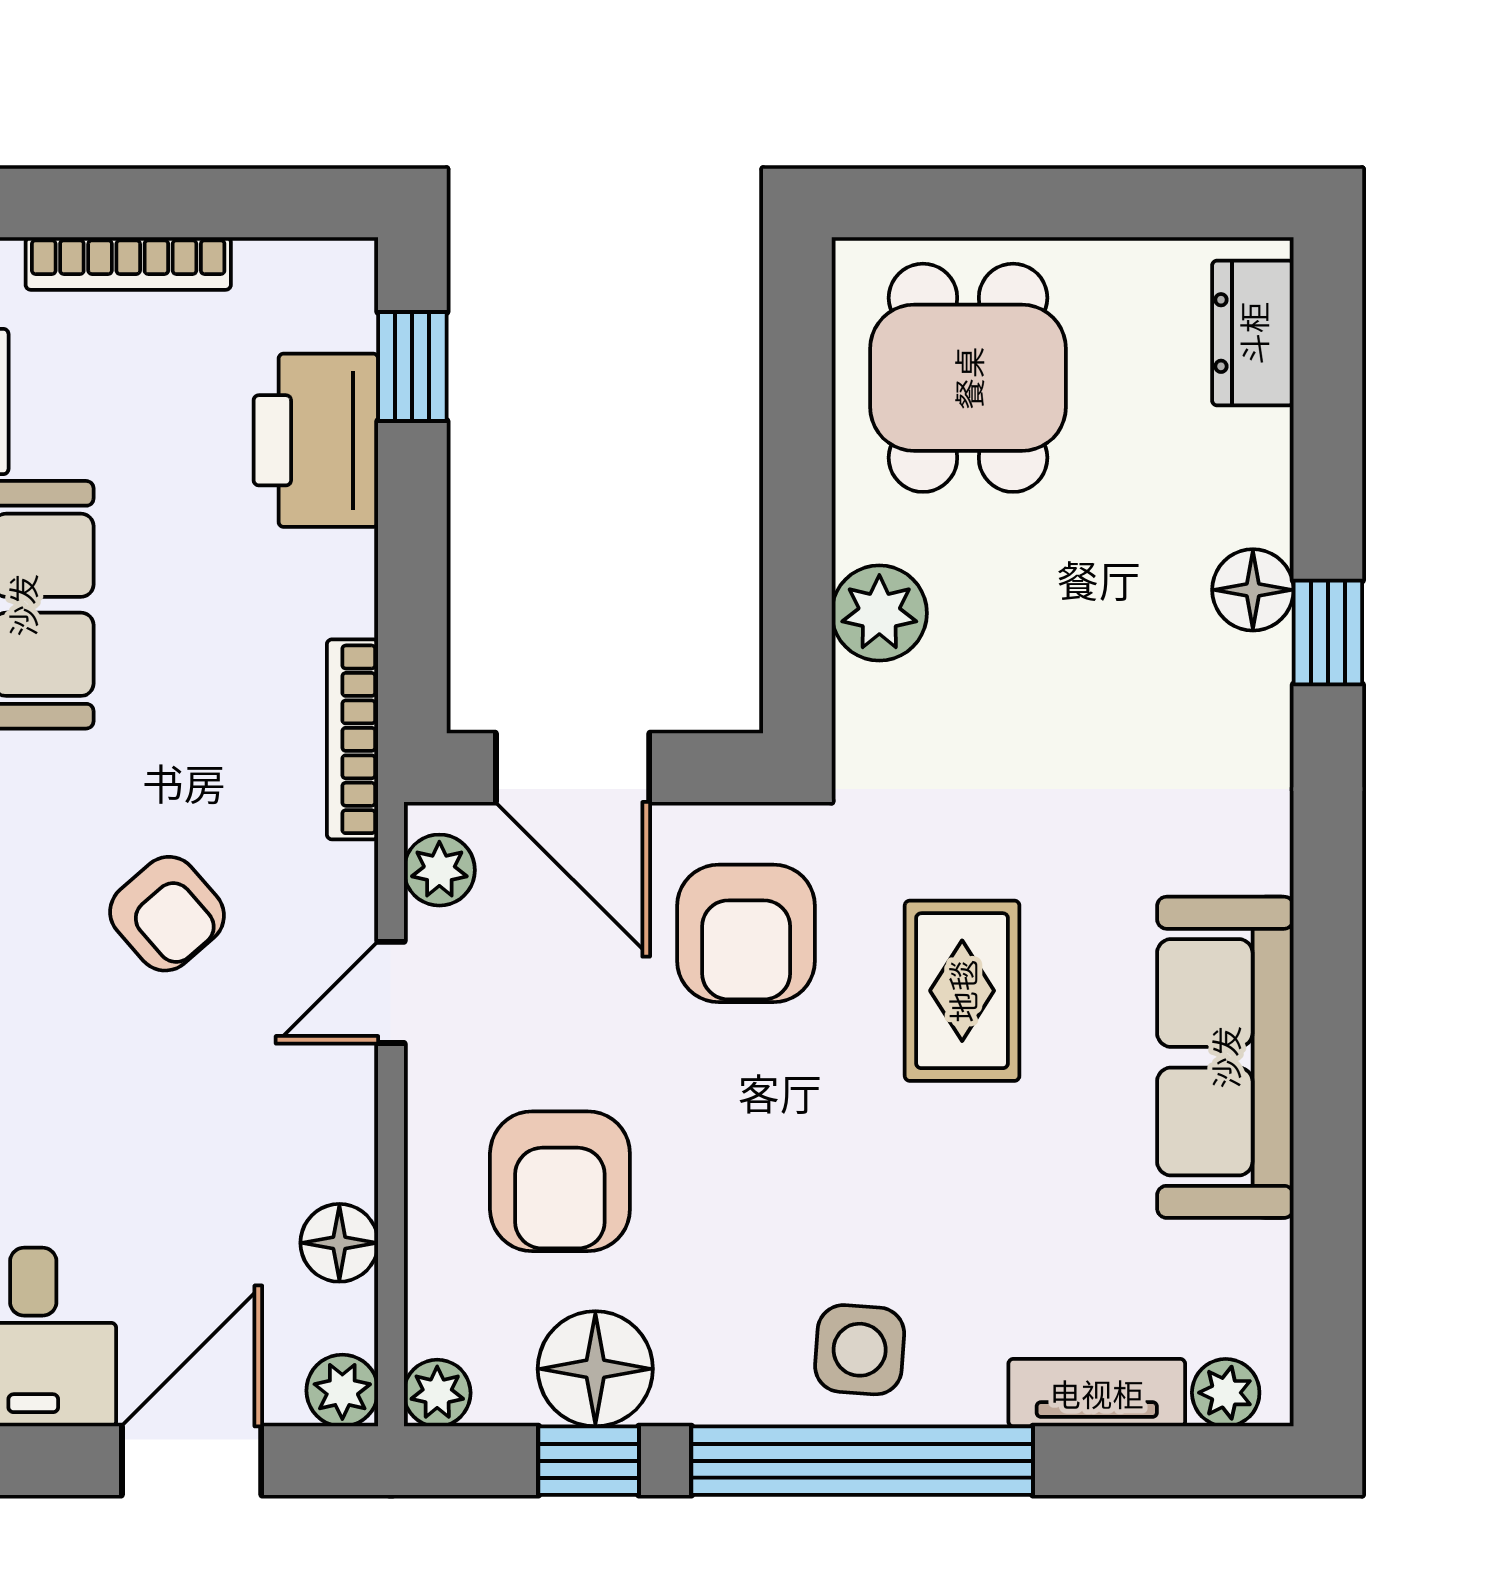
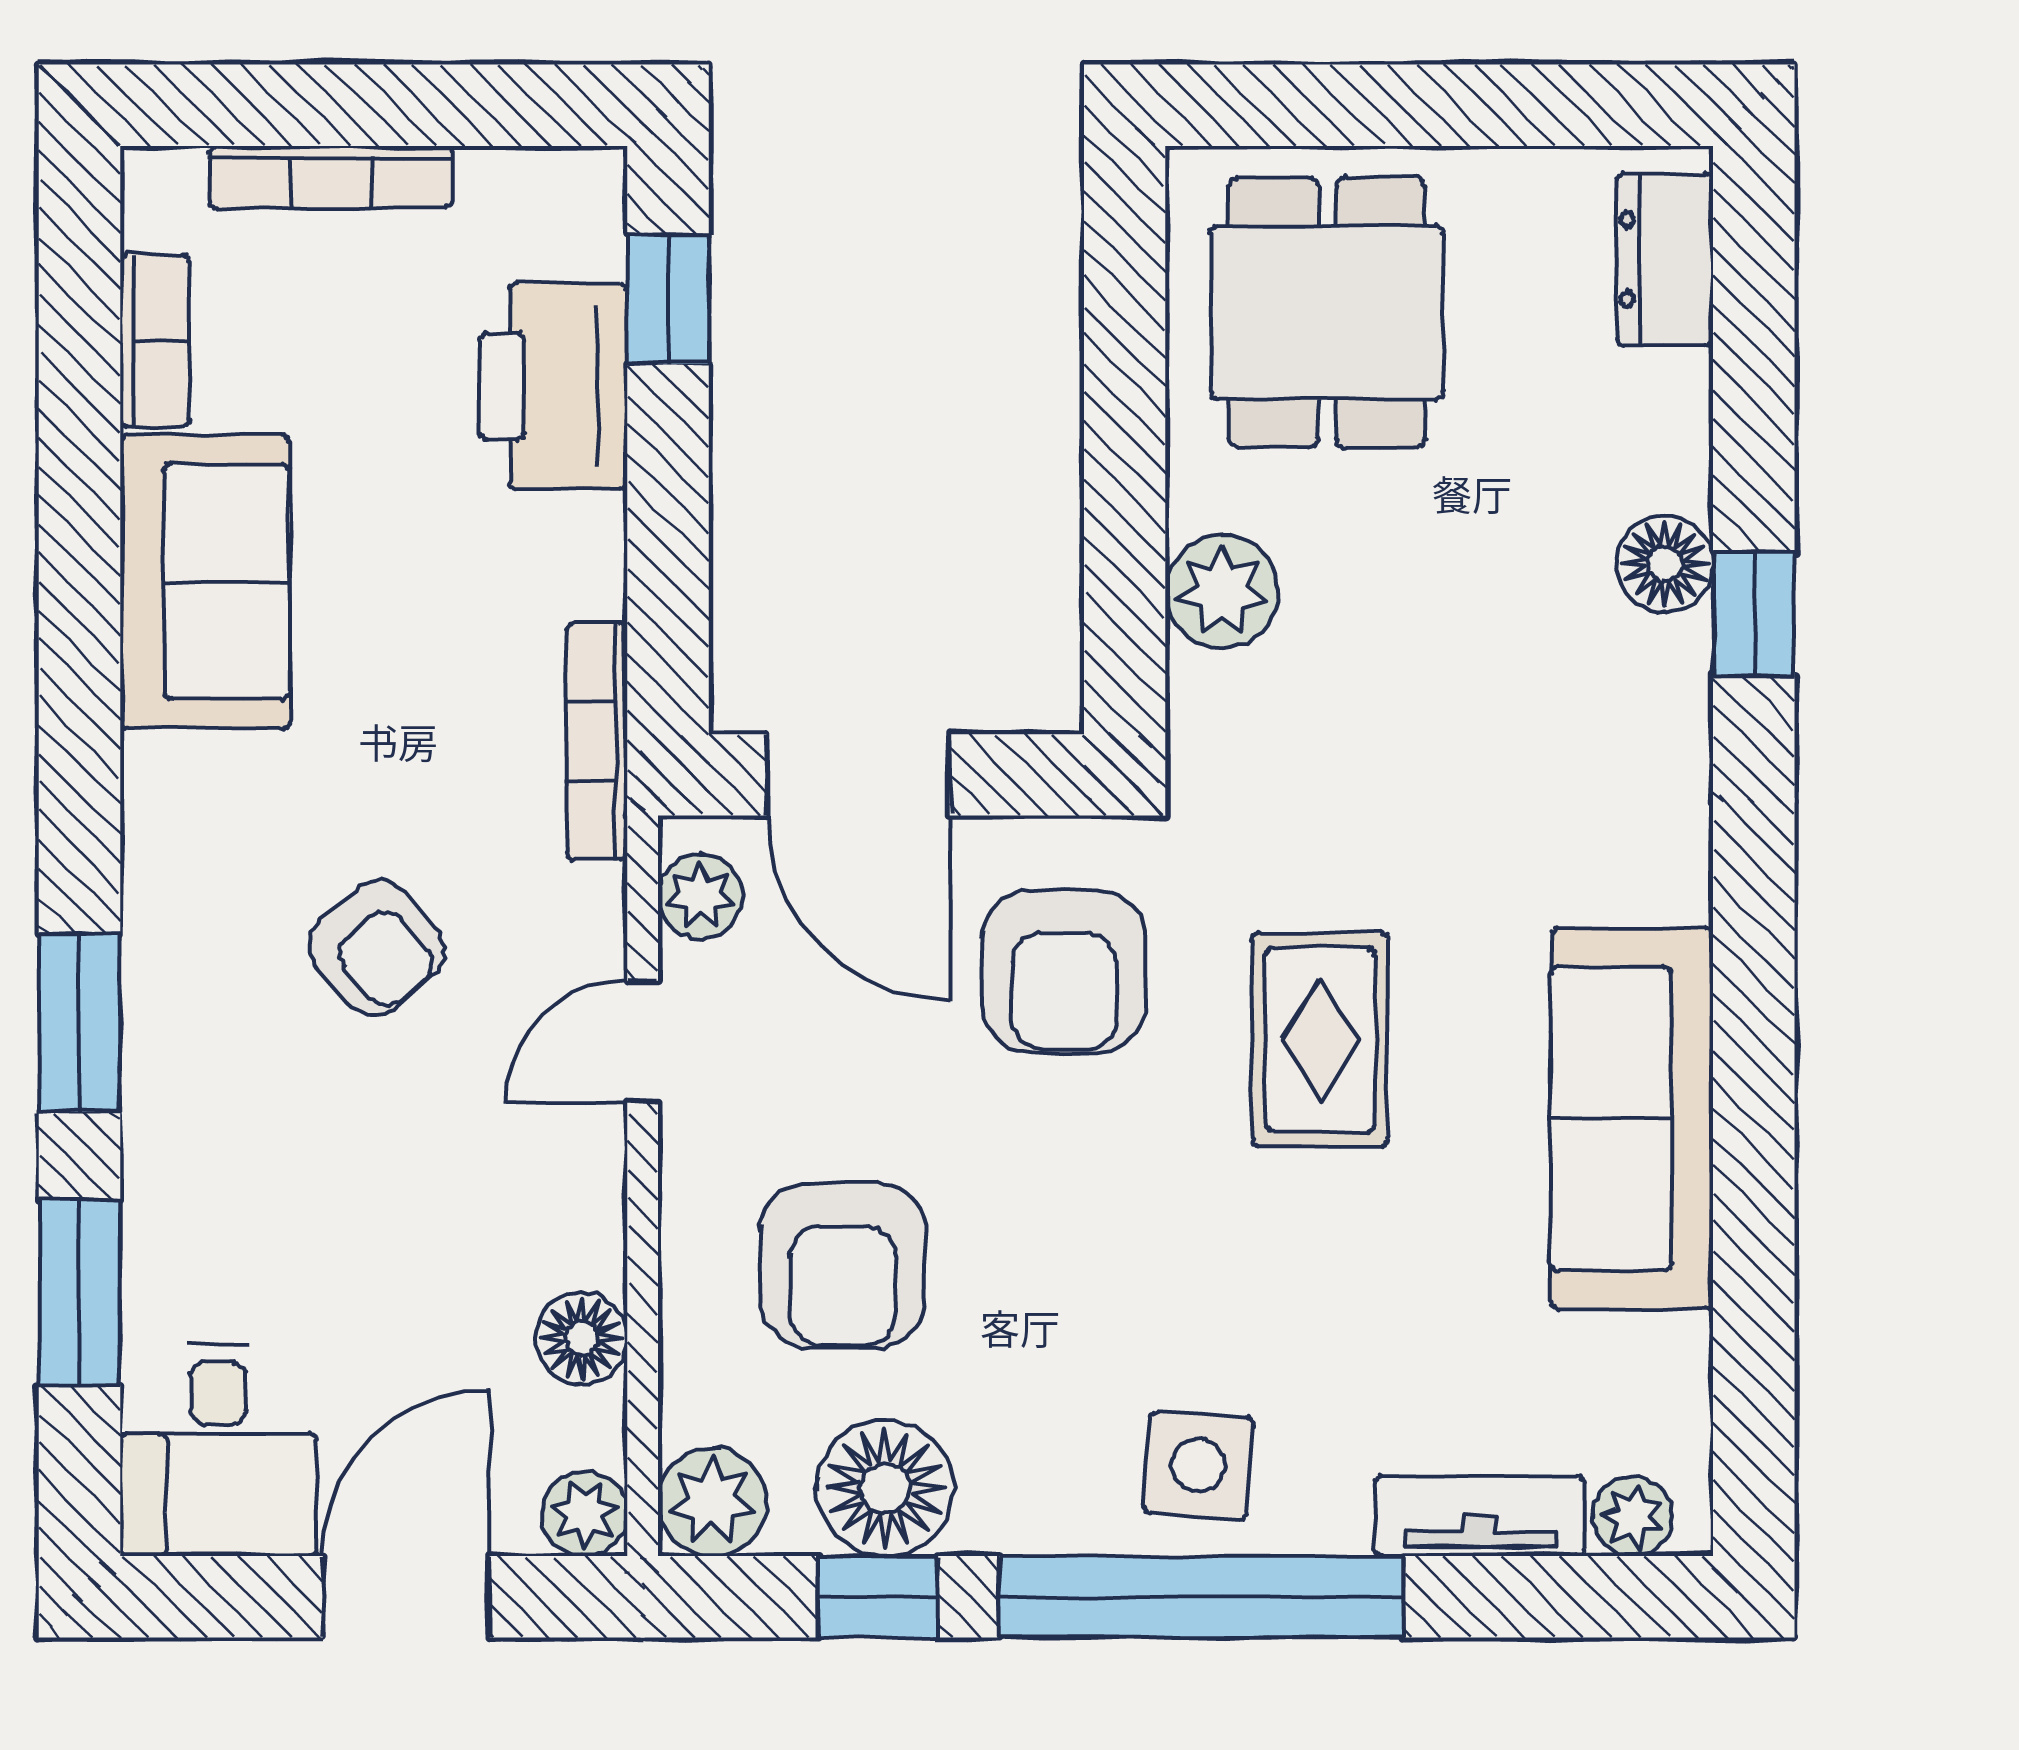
plant: (437, 1393) -> (712, 1502), width x1.38, depth x1.38

